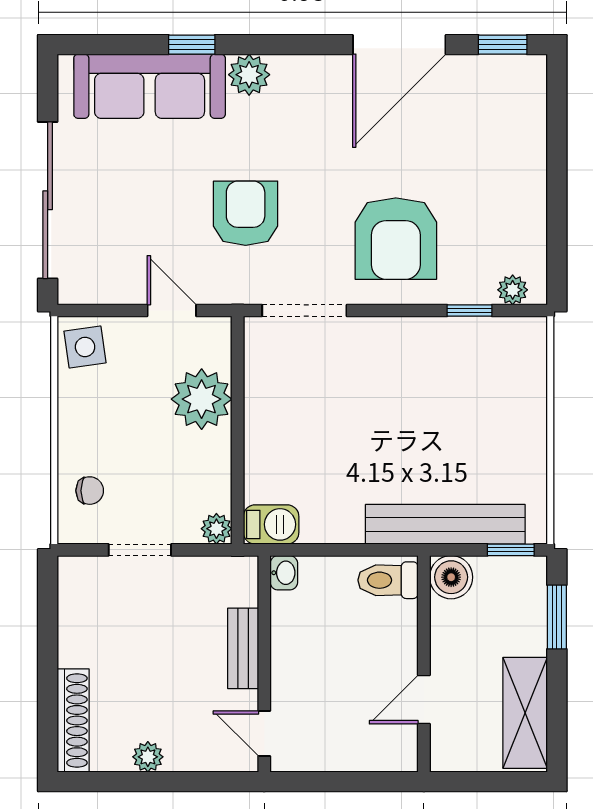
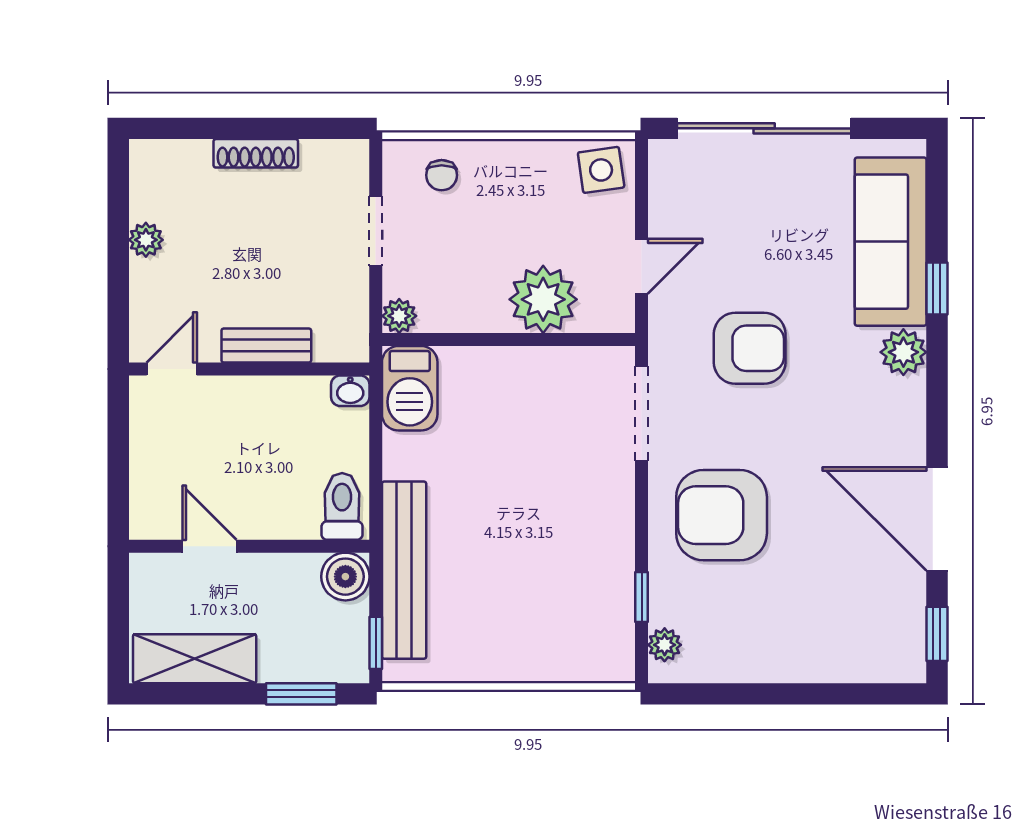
barbecue: (271, 524) -> (410, 388), width x1.38, depth x1.27
shoe rack: (73, 721) -> (256, 153), moved, width x0.74, depth x0.81

